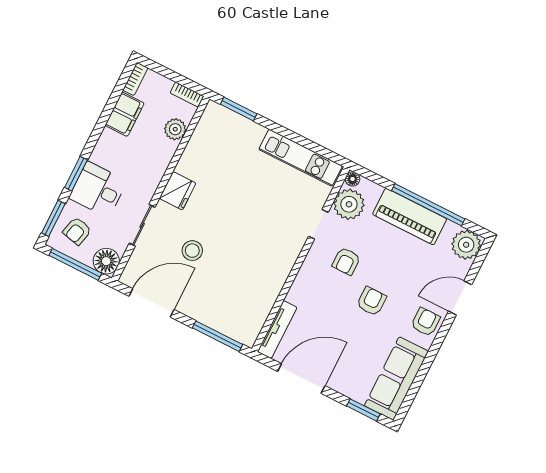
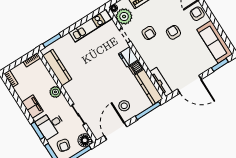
filing cabinet: (125, 114) -> (33, 107), moved
plant: (175, 129) -> (55, 92), moved
kitchen counter: (199, 144) -> (57, 67), added
fridge: (178, 191) -> (128, 57), moved, turned 180
stool: (192, 251) -> (124, 106), moved
dishwasher: (277, 274) -> (136, 68), added
kitchen counter: (257, 314) -> (149, 87), added
door: (301, 379) -> (189, 84), swing flipped

